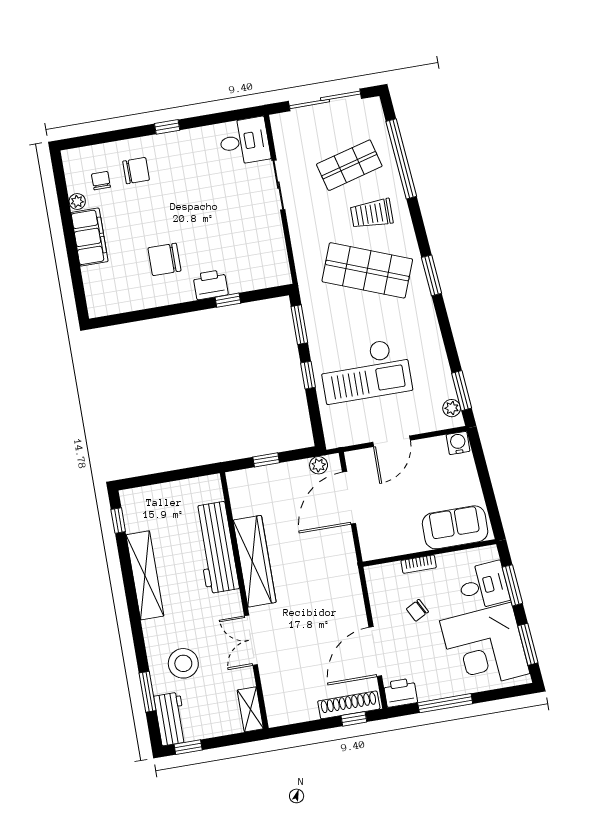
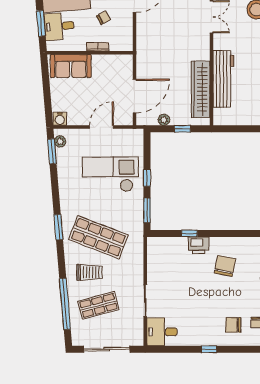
chair: (164, 259) -> (225, 266), turned -79
plant: (319, 465) -> (164, 120), moved
wardrobe: (255, 561) -> (201, 89), moved

